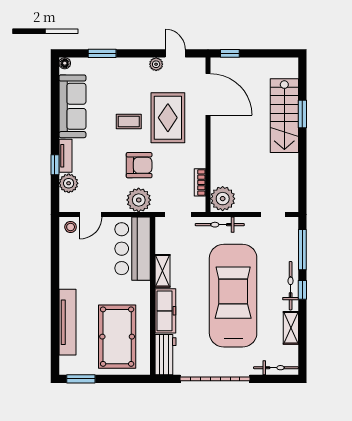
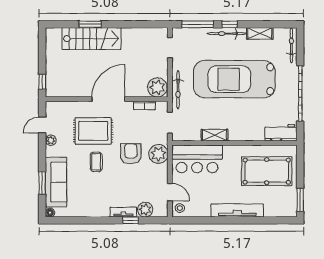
door: (208, 94) -> (108, 99), moved
sofa: (72, 106) -> (56, 182), moved, turned 90
freezer: (165, 311) -> (246, 133), removed
tv unit: (68, 322) -> (237, 210), moved

